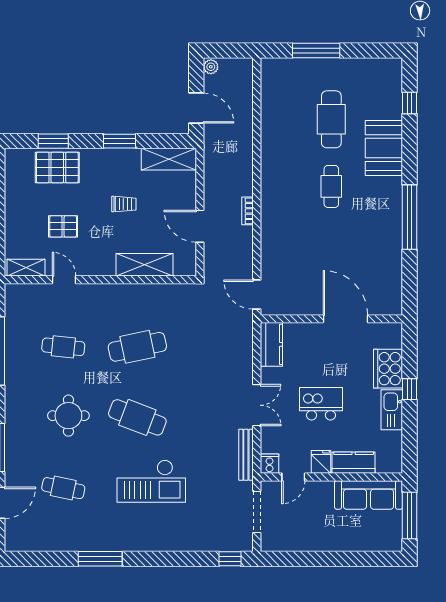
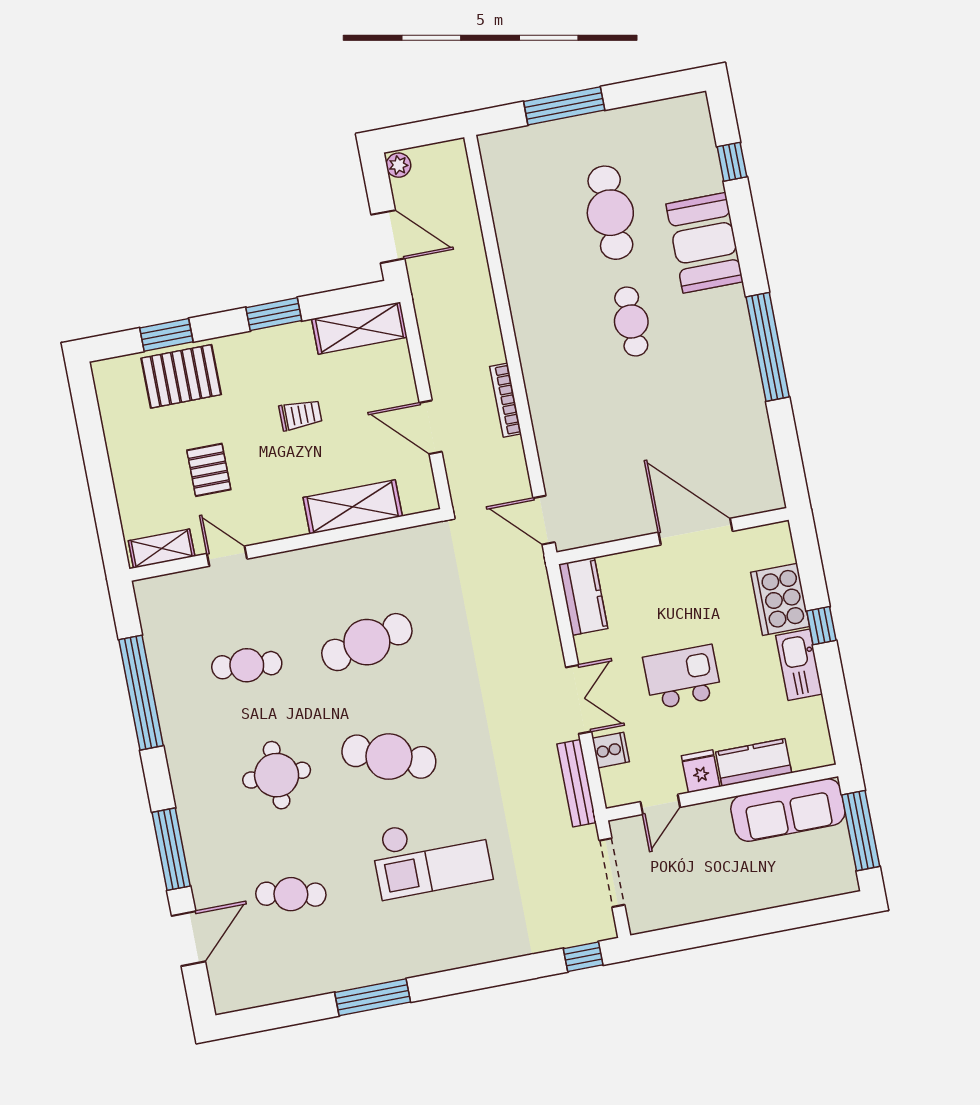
bookcase: (248, 211) -> (506, 400), width x1.56
pallet: (63, 226) -> (209, 470), turned 90
cooker: (269, 464) -> (611, 750), moved, turned 90

